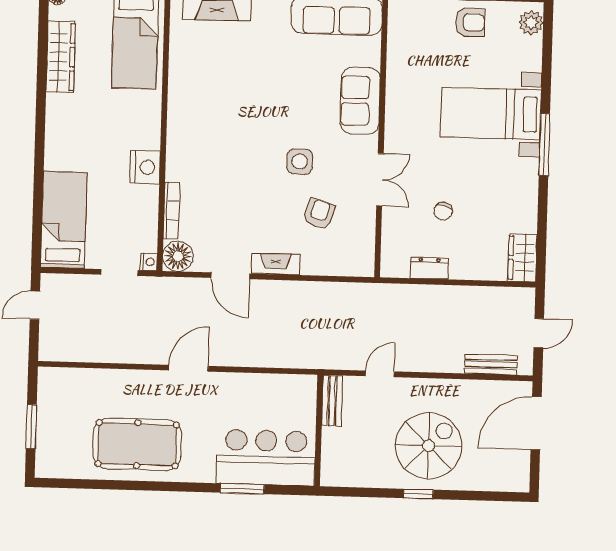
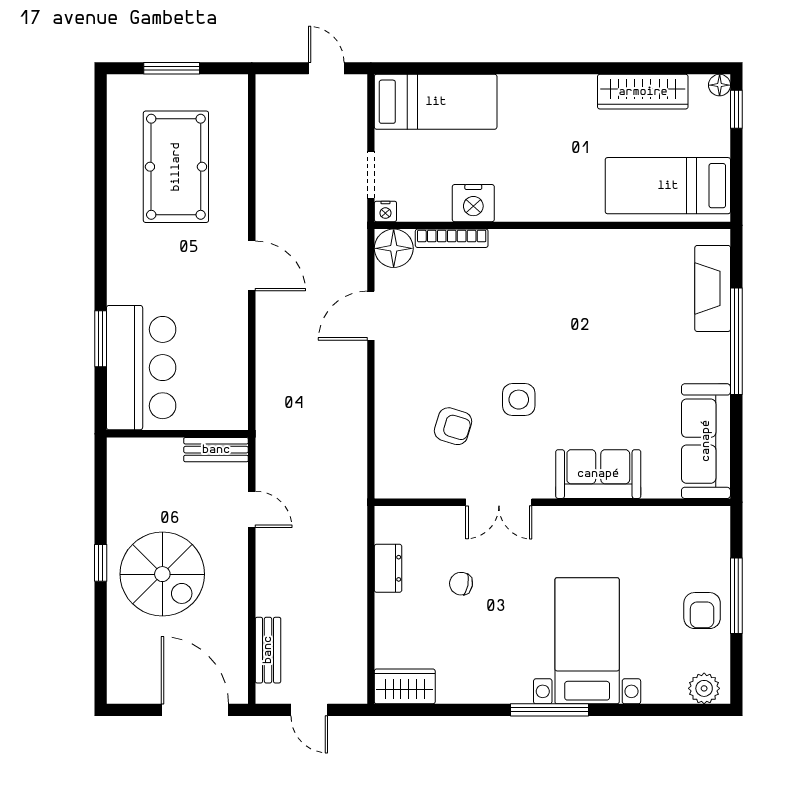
nightstand: (145, 167) -> (473, 203), moved
fireplace: (276, 264) -> (387, 373), removed
pool table: (137, 444) -> (176, 167), moved

